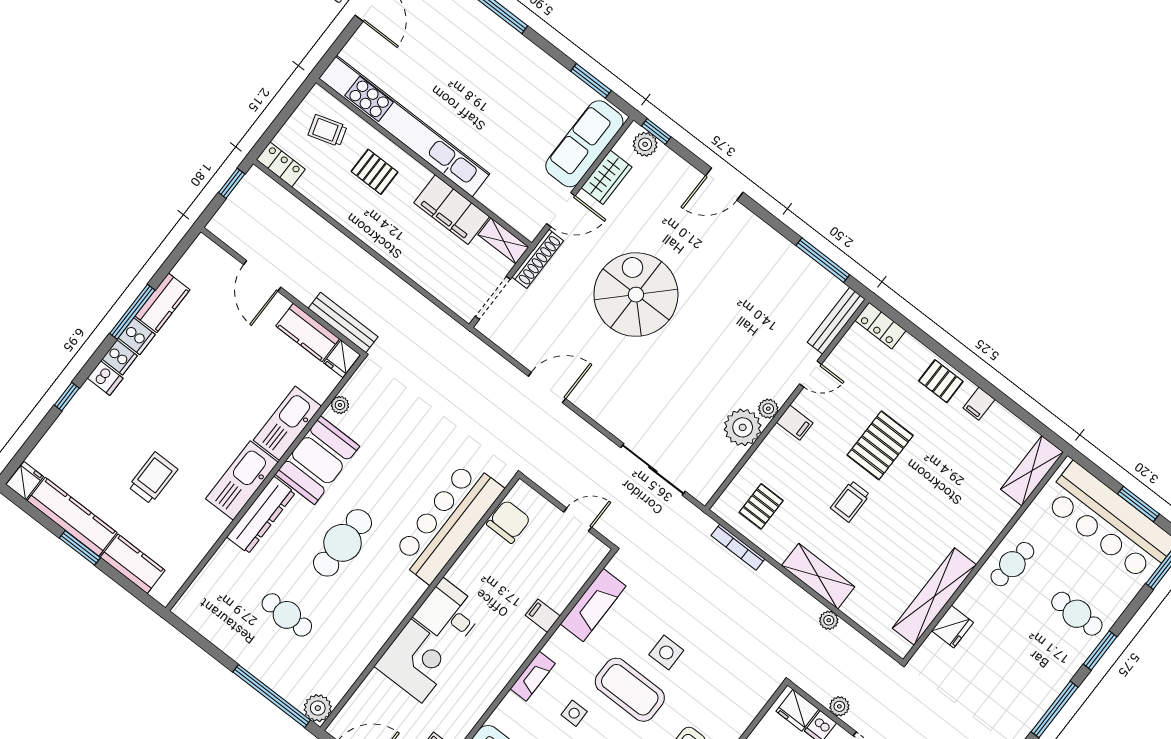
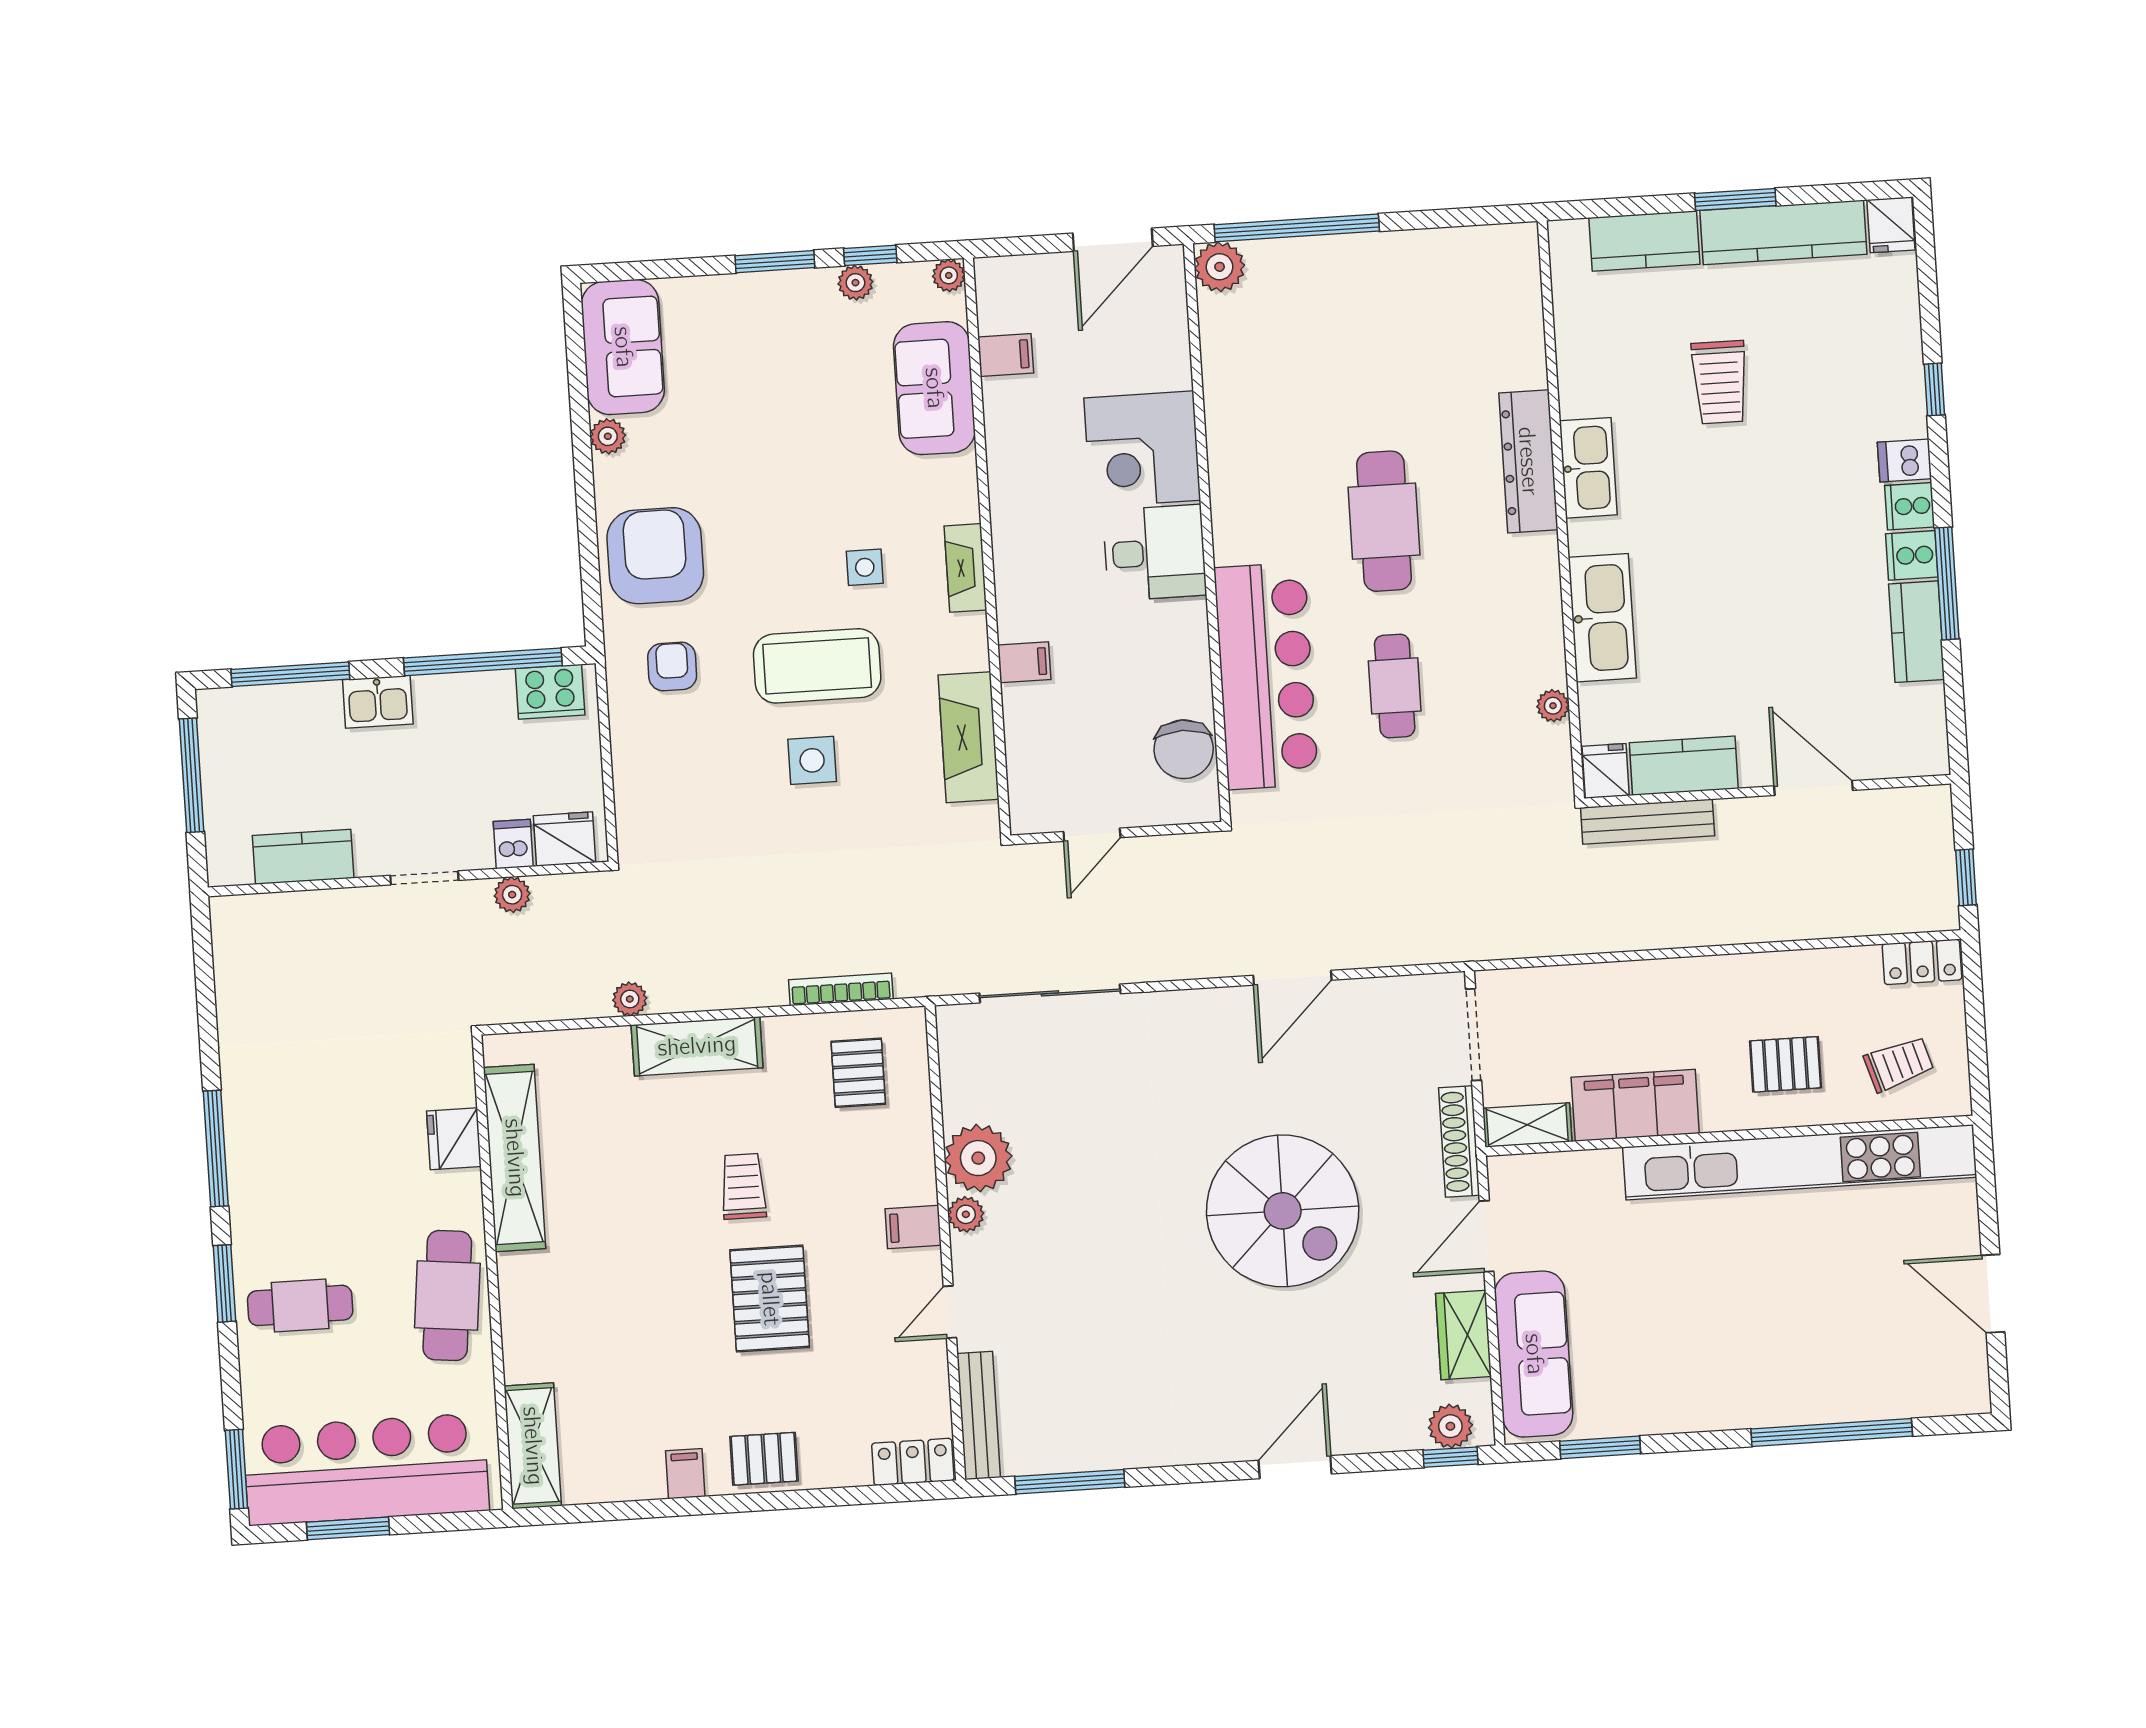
booth: (317, 460) -> (1517, 604), removed
kitchen sink: (242, 481) -> (1588, 468), width x0.73, depth x0.81
cafe table: (1012, 564) -> (447, 1296), width x1.37, depth x1.35
cafe table: (287, 615) -> (1395, 686), moved, turned 90

